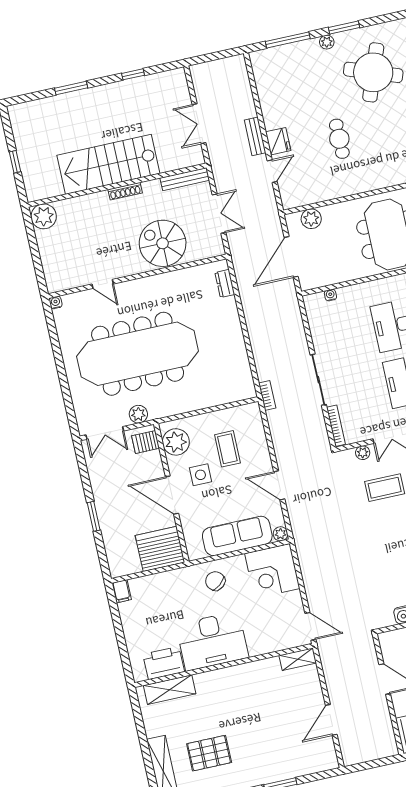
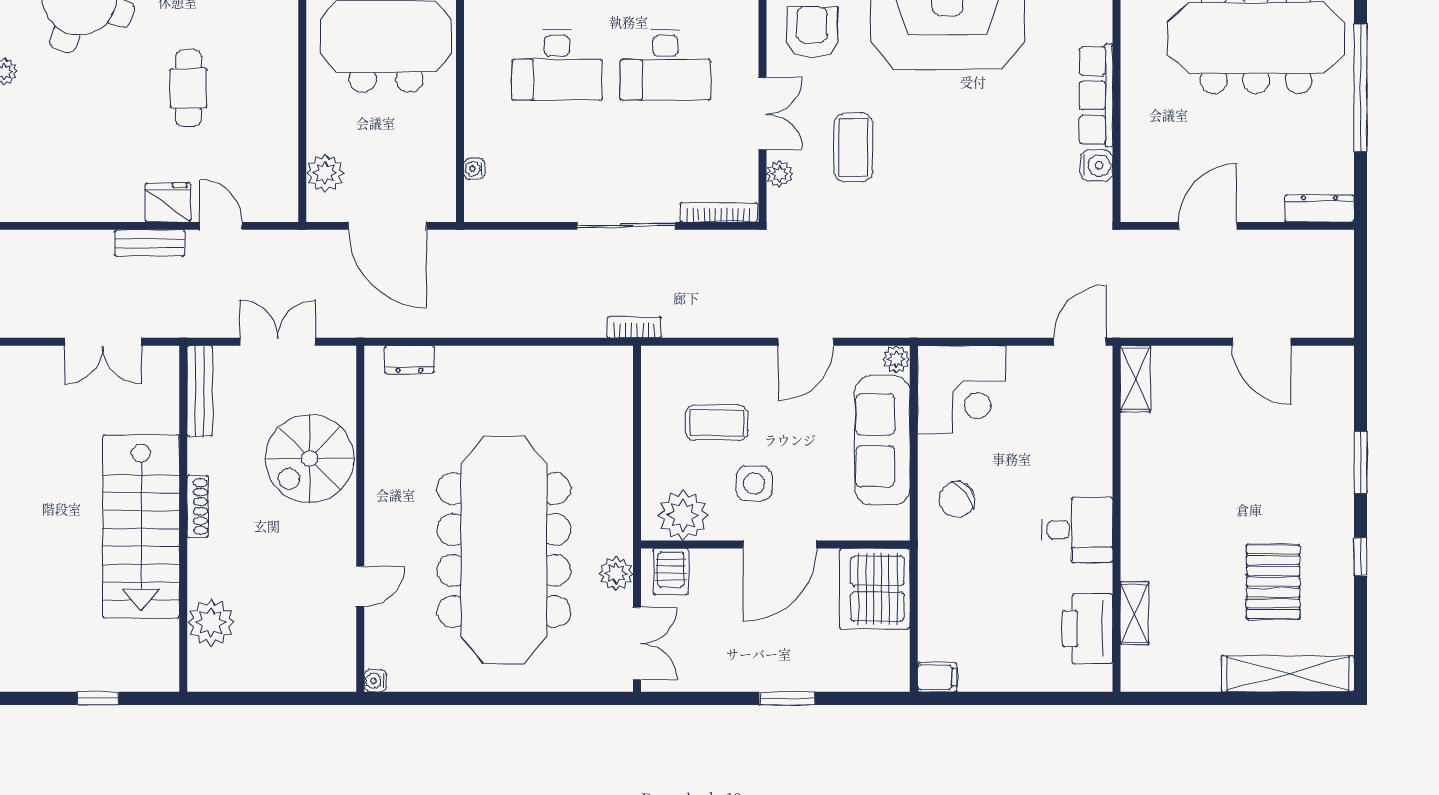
cafe table: (339, 139) -> (188, 88), turned 90
plant: (44, 216) -> (211, 623), moved
desk: (212, 641) -> (1077, 530), width x0.53, depth x0.77
shelving: (170, 690) -> (1134, 613), width x0.67, depth x0.75

